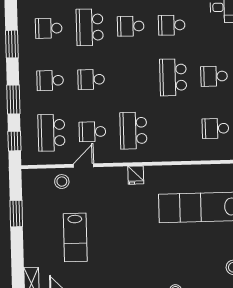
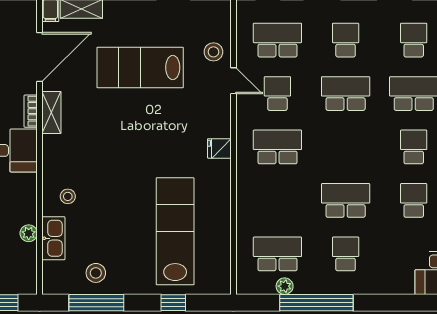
school desk: (91, 79) -> (346, 94), width x1.85
school desk: (215, 128) -> (277, 254), width x1.85
lab bench: (75, 237) -> (140, 68), width x1.36, depth x1.39

